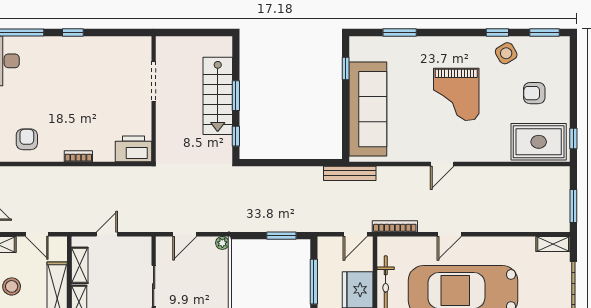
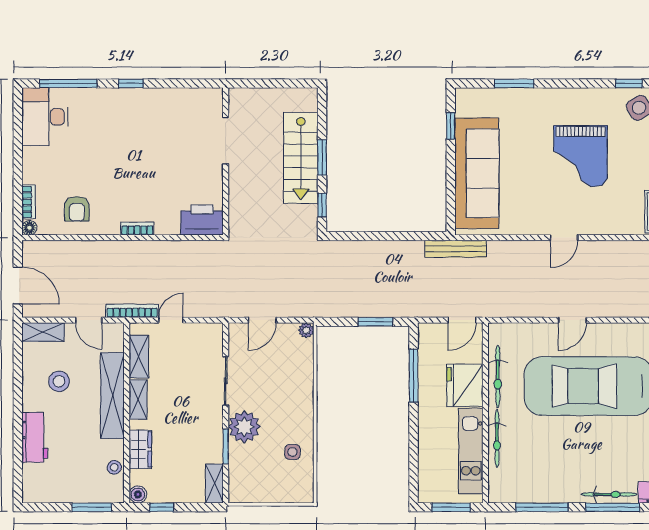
armchair: (27, 139) -> (77, 209), turned 180
bookcase: (395, 226) -> (132, 311), moved

